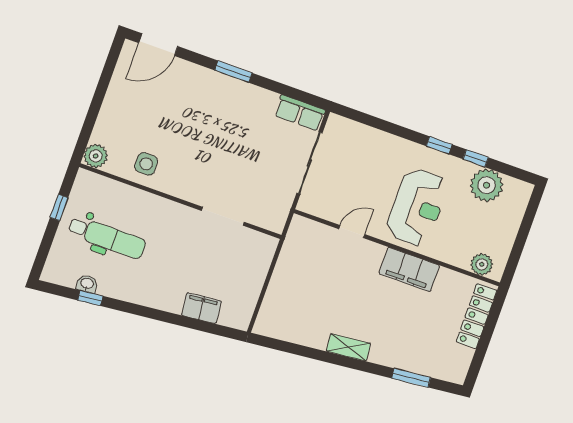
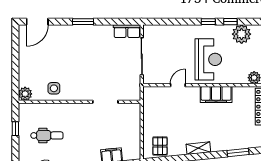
dental chair: (107, 237) -> (47, 135), width x0.73, depth x0.72
pallet: (287, 321) -> (160, 146), added

